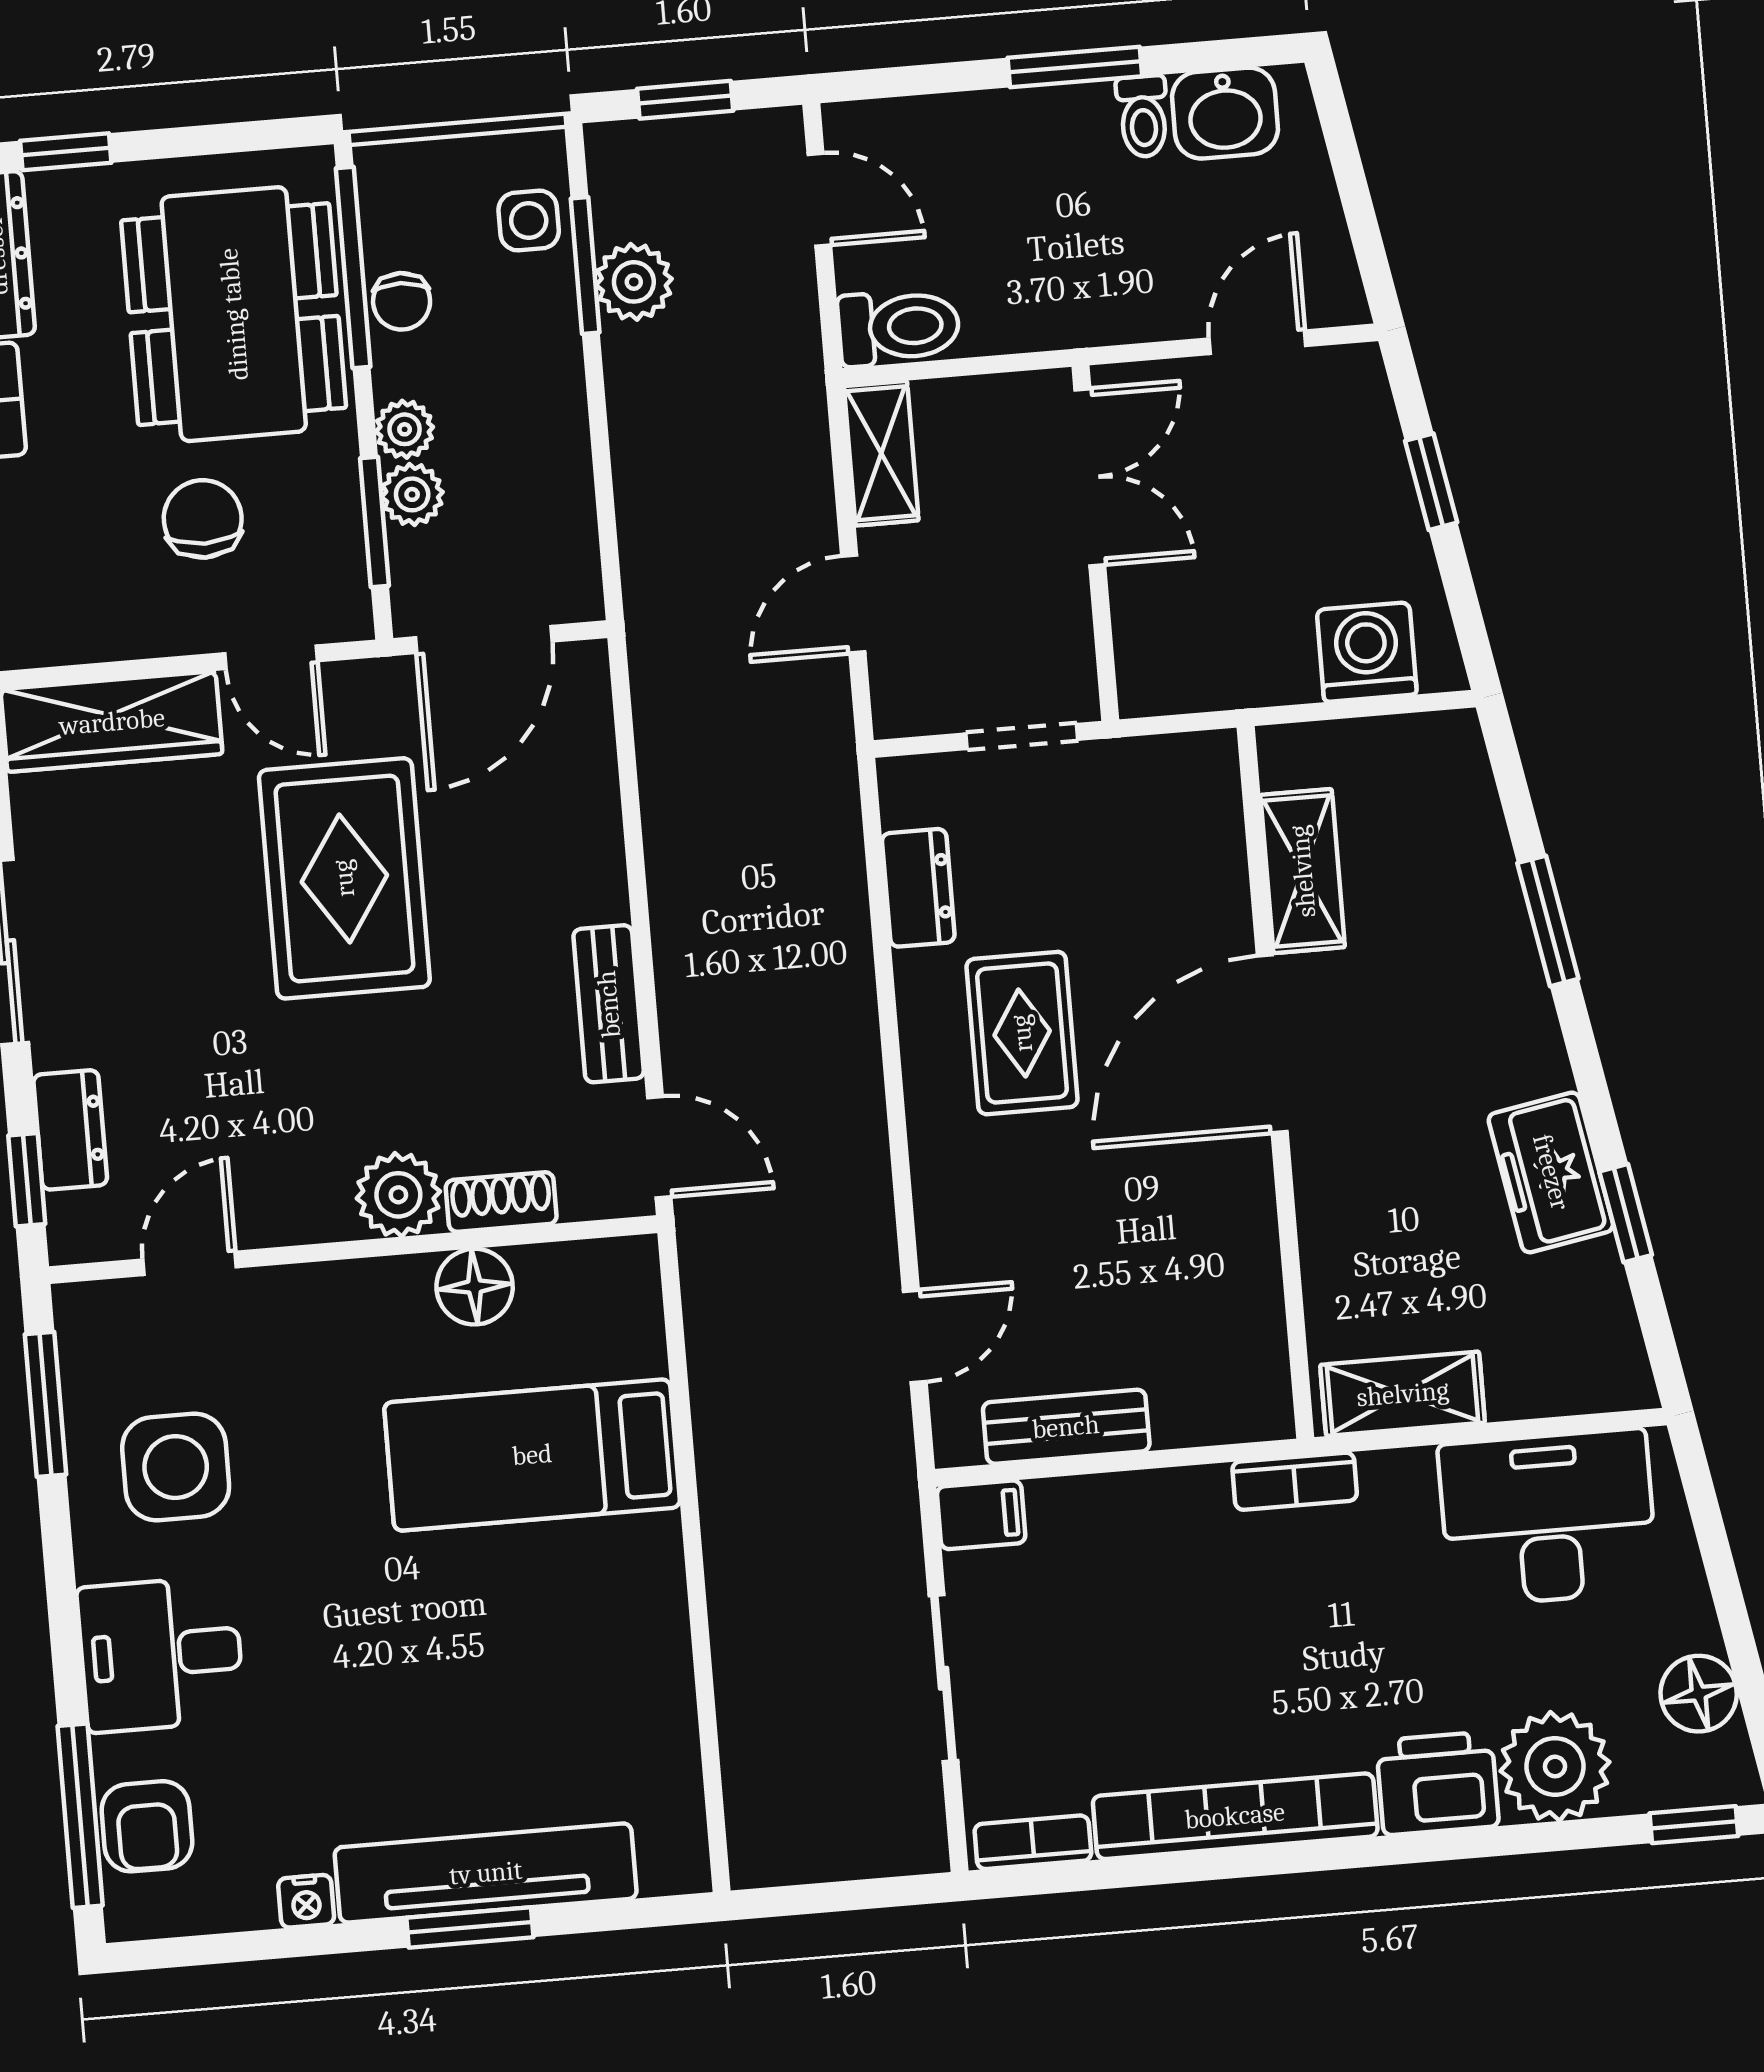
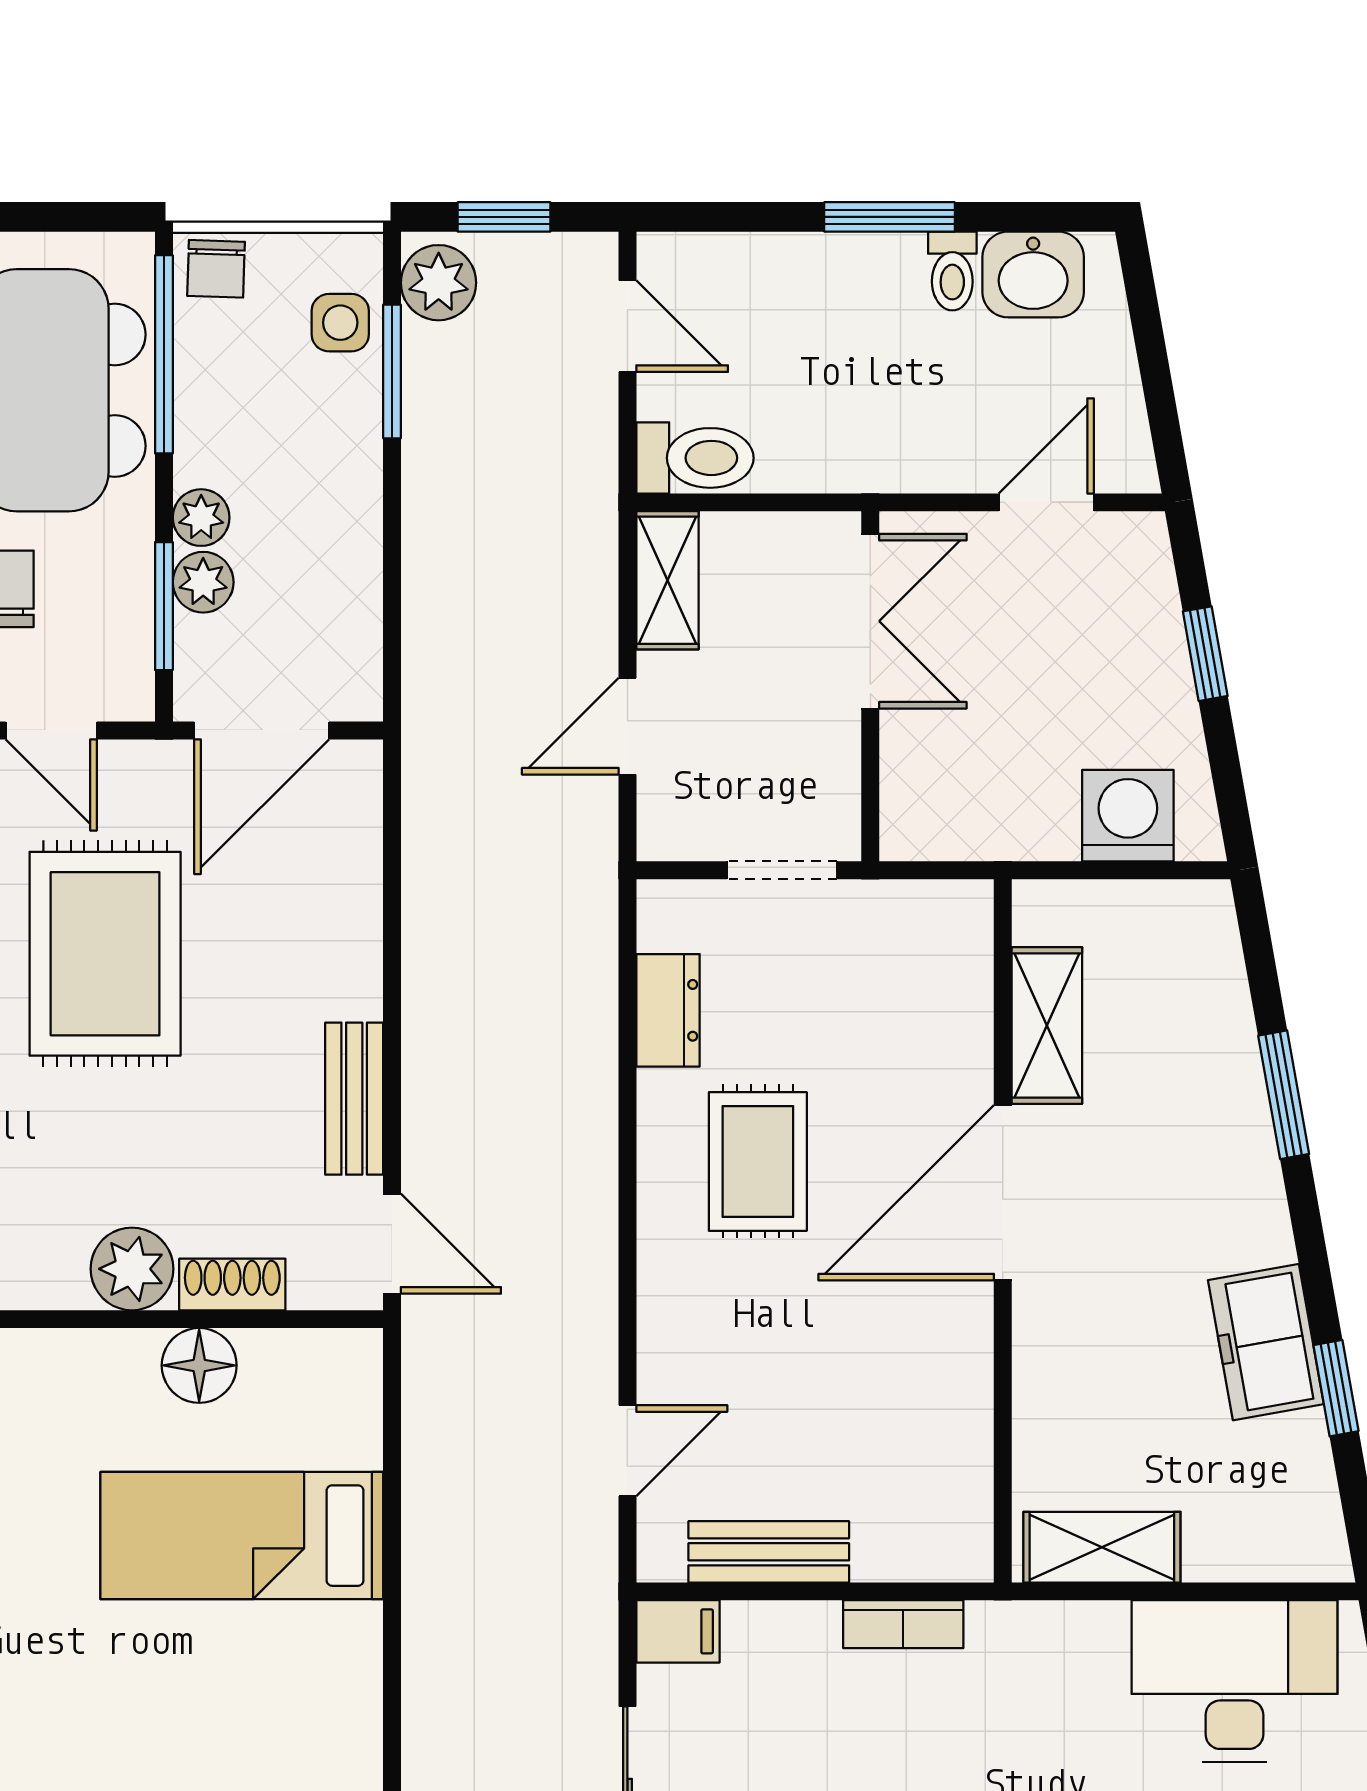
plant: (634, 282) -> (439, 283), moved
chair: (402, 301) -> (216, 269), moved
bookcase: (1295, 1481) -> (903, 1624), moved

